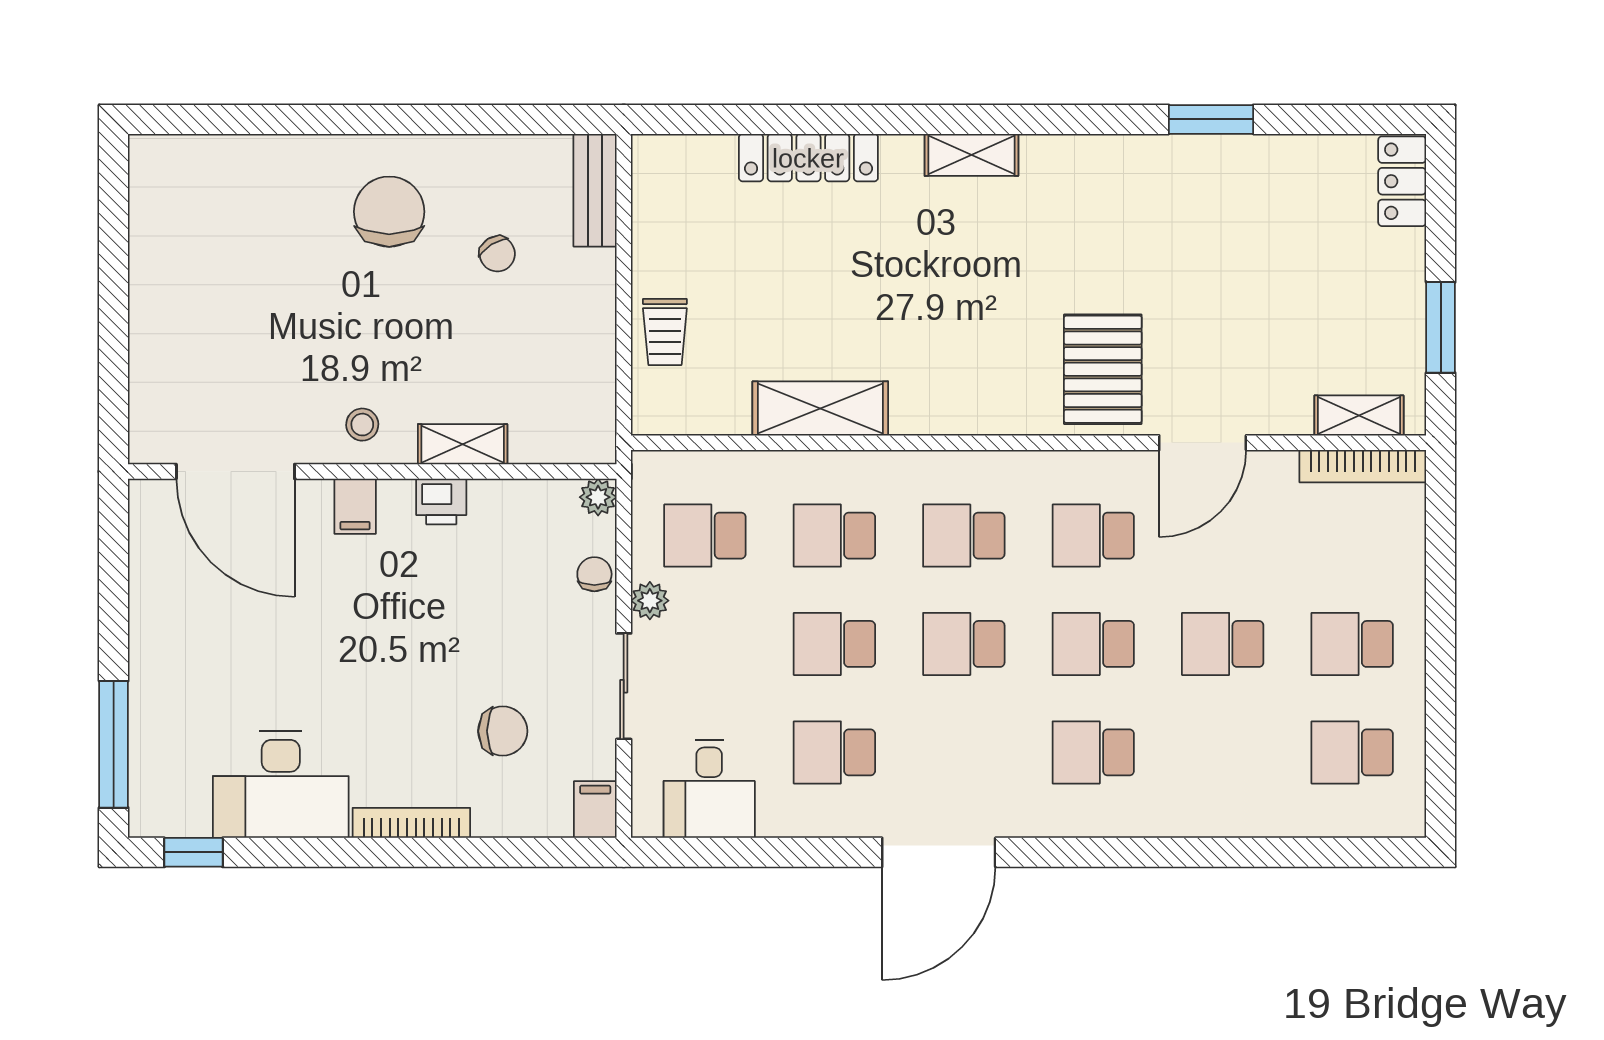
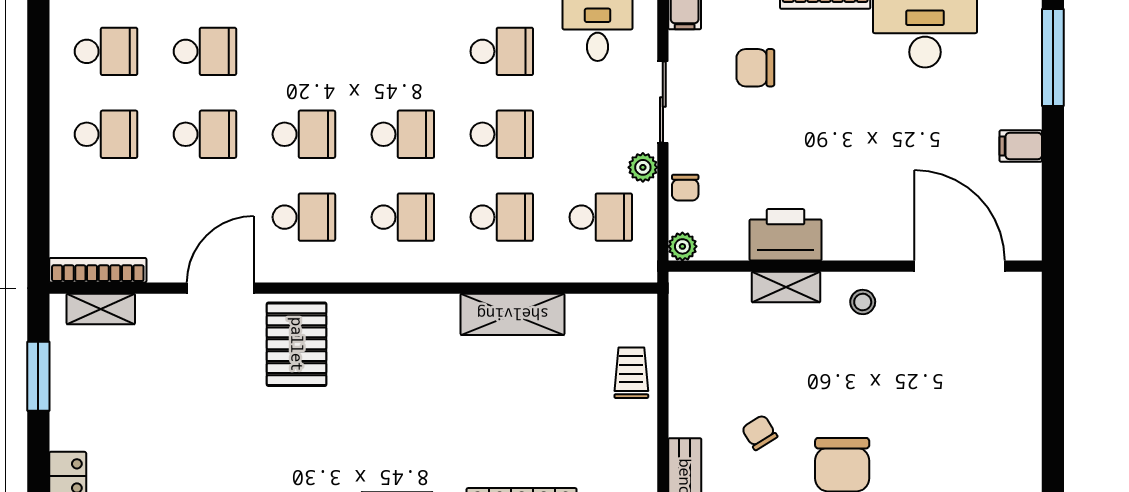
printer: (441, 502) -> (786, 235), width x1.87, depth x1.48
filing cabinet: (355, 506) -> (1021, 146), moved, turned -90
school desk: (1093, 752) -> (205, 51), moved

